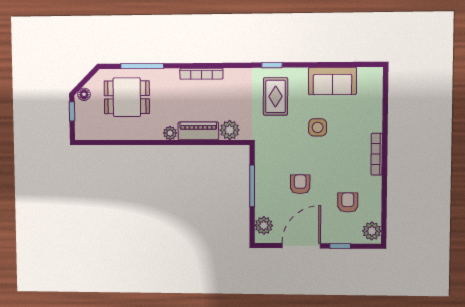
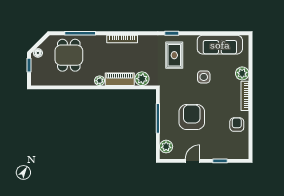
sofa: (332, 81) -> (220, 45), width x1.36
dining table: (127, 97) -> (69, 55), turned 90
armchair: (300, 184) -> (192, 117), width x1.88, depth x1.88
armchair: (348, 202) -> (237, 125), moved
plant: (372, 231) -> (242, 73), moved
door: (301, 246) -> (193, 161), width x0.53

